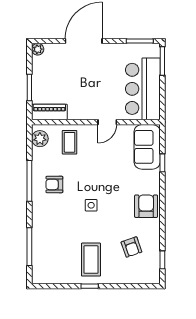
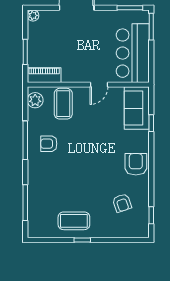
coffee table: (70, 142) -> (63, 104), width x1.36, depth x1.30
side table: (91, 205) -> (84, 163), removed
coffee table: (91, 260) -> (74, 221), moved, turned 90

